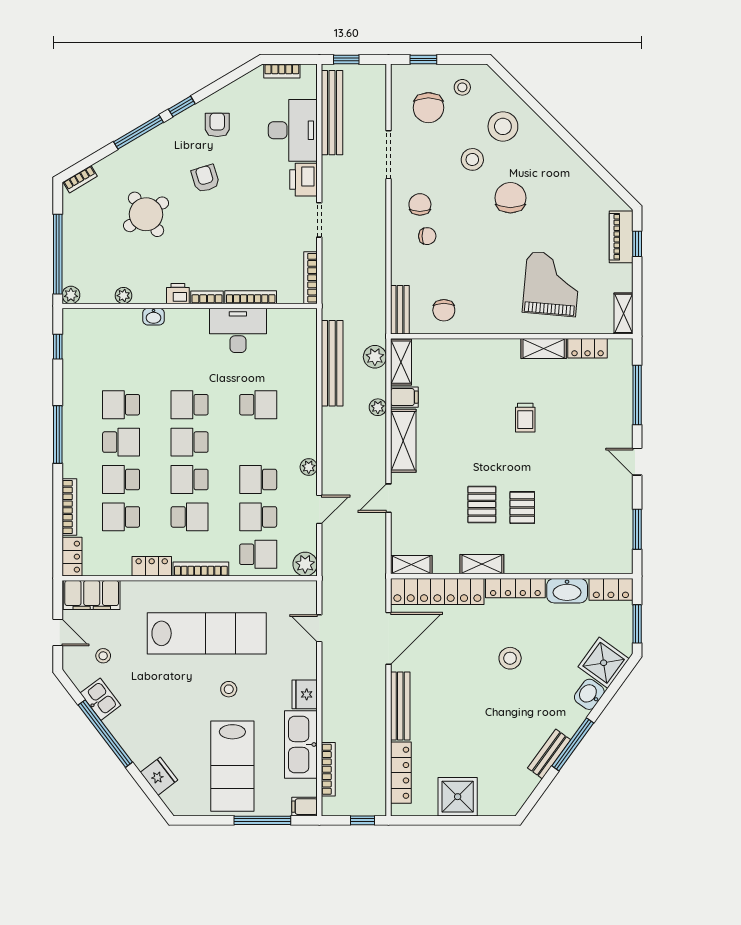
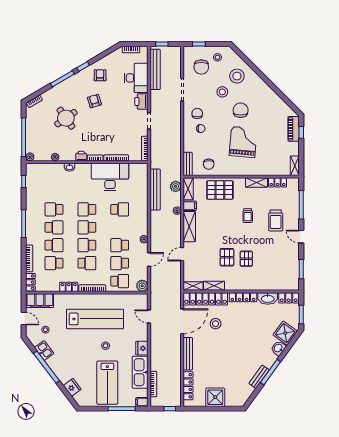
grand piano: (551, 284) -> (243, 142), moved
desk: (238, 330) -> (110, 177), width x1.36, depth x1.30
pallet: (467, 364) -> (220, 190), added
trolley: (584, 428) -> (276, 220), added
school desk: (121, 480) -> (54, 245), turned 180
shelving: (482, 564) -> (214, 286), moved
stool: (510, 658) -> (216, 324), moved

